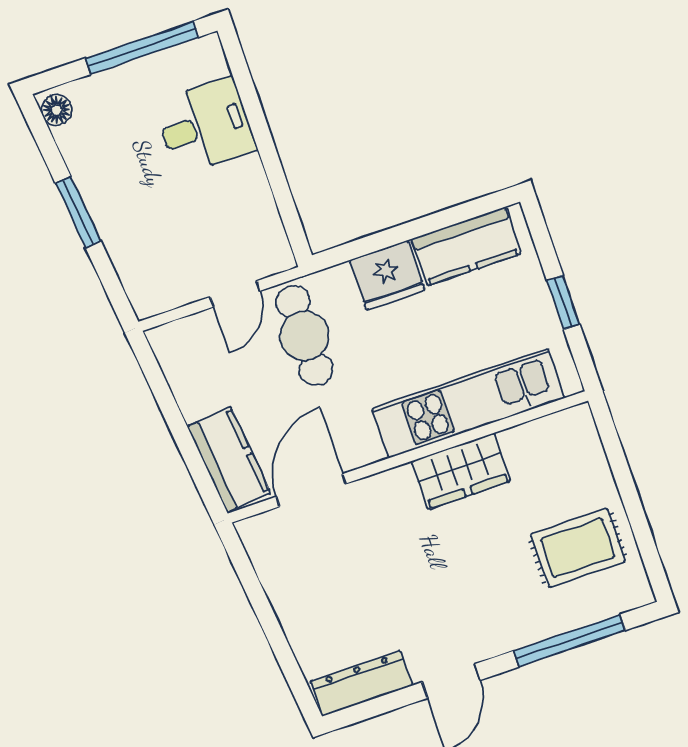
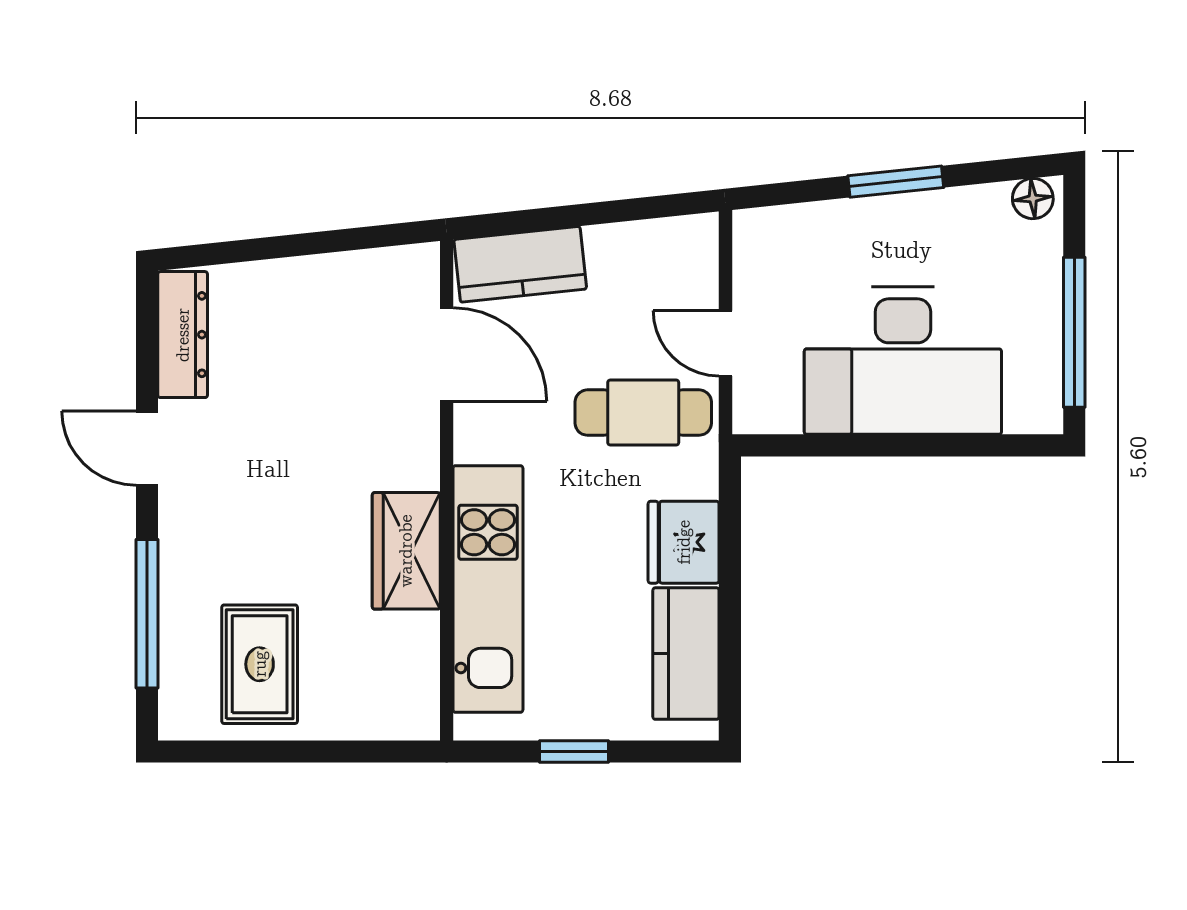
desk: (205, 126) -> (903, 361), width x1.87, depth x1.30

